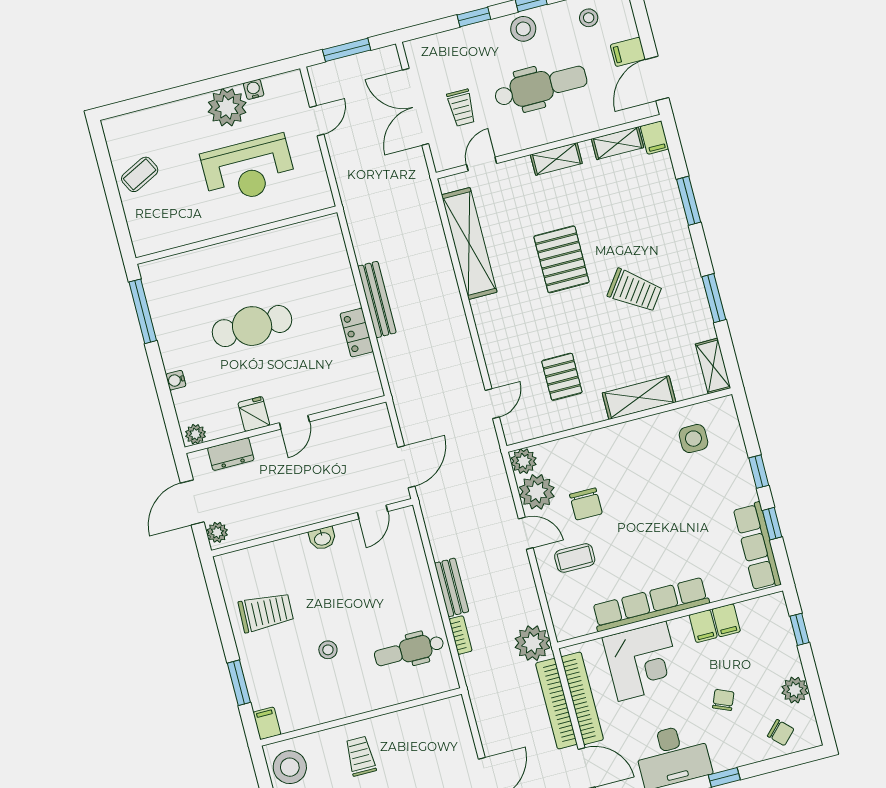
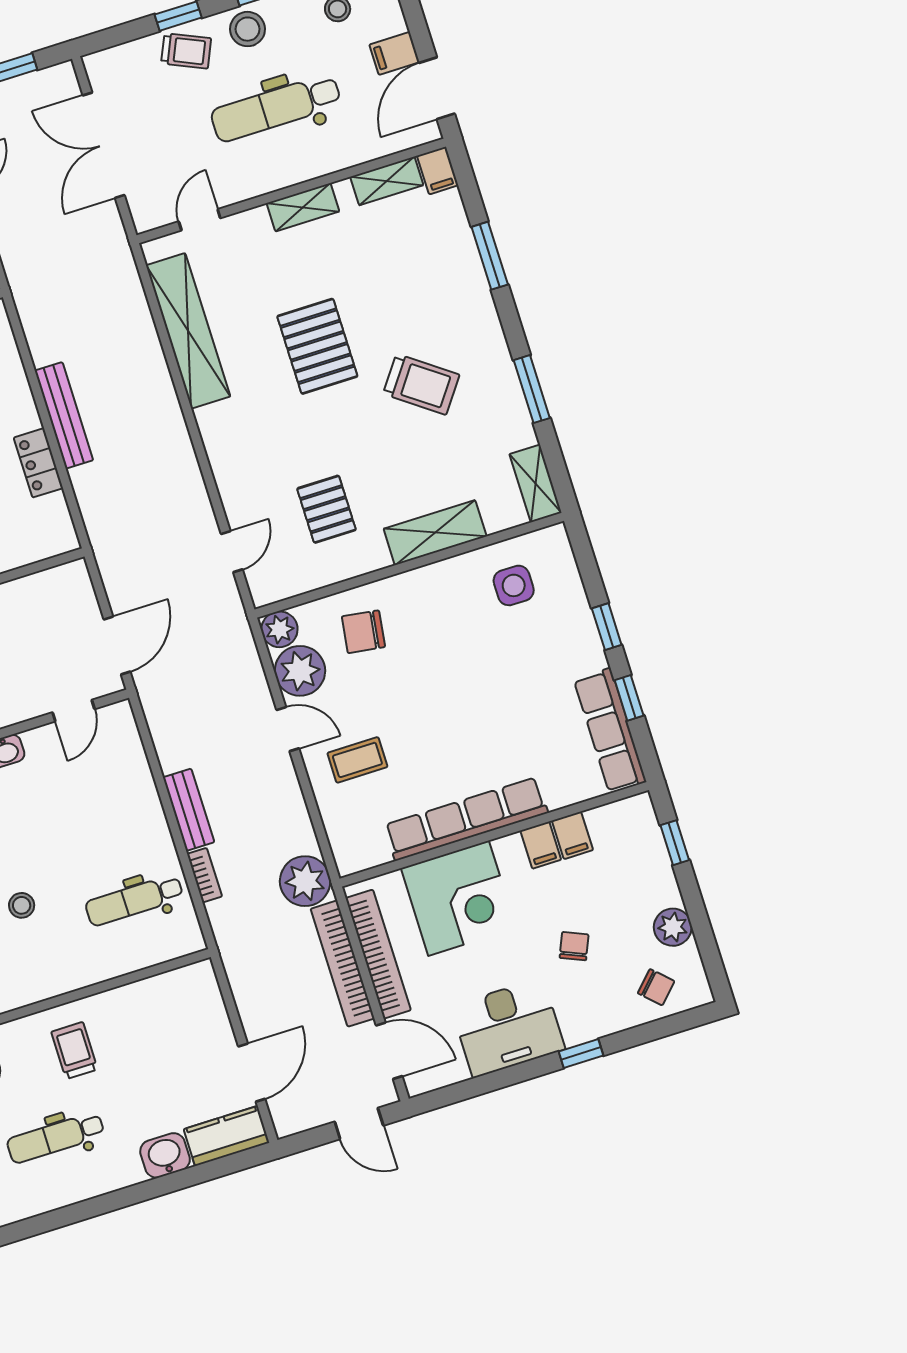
dental chair: (541, 87) -> (276, 108), turned 180
trolley: (461, 108) -> (186, 51), moved, turned -66
chair: (586, 504) -> (363, 632), moved, turned 98

